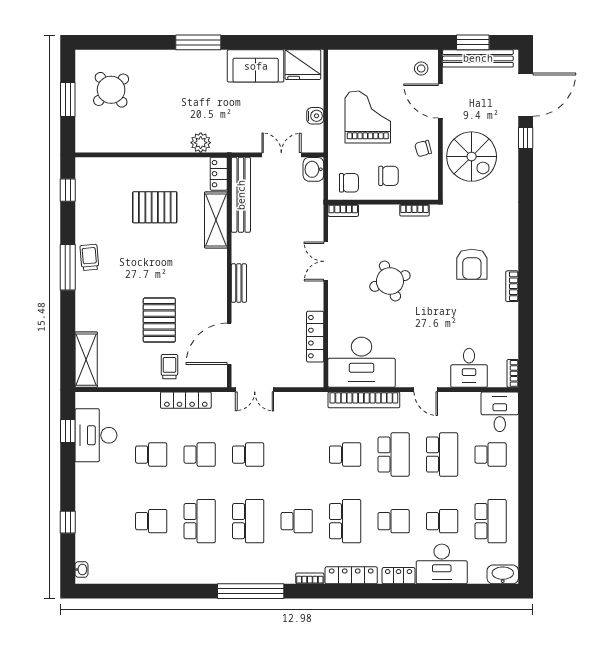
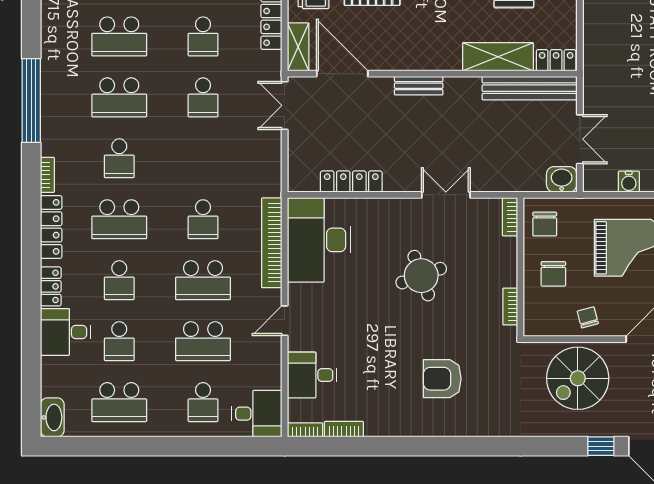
plant: (201, 143) -> (595, 38), removed
bookcase: (512, 286) -> (344, 429), moved
shelving: (208, 379) -> (298, 47), added
desk: (442, 564) -> (65, 332), width x0.73

